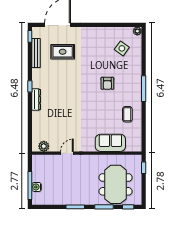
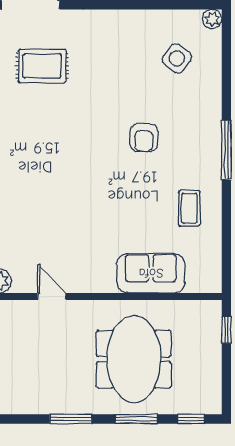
door: (67, 153) -> (52, 297), hinge flipped
meeting table: (116, 184) -> (134, 359), moved

